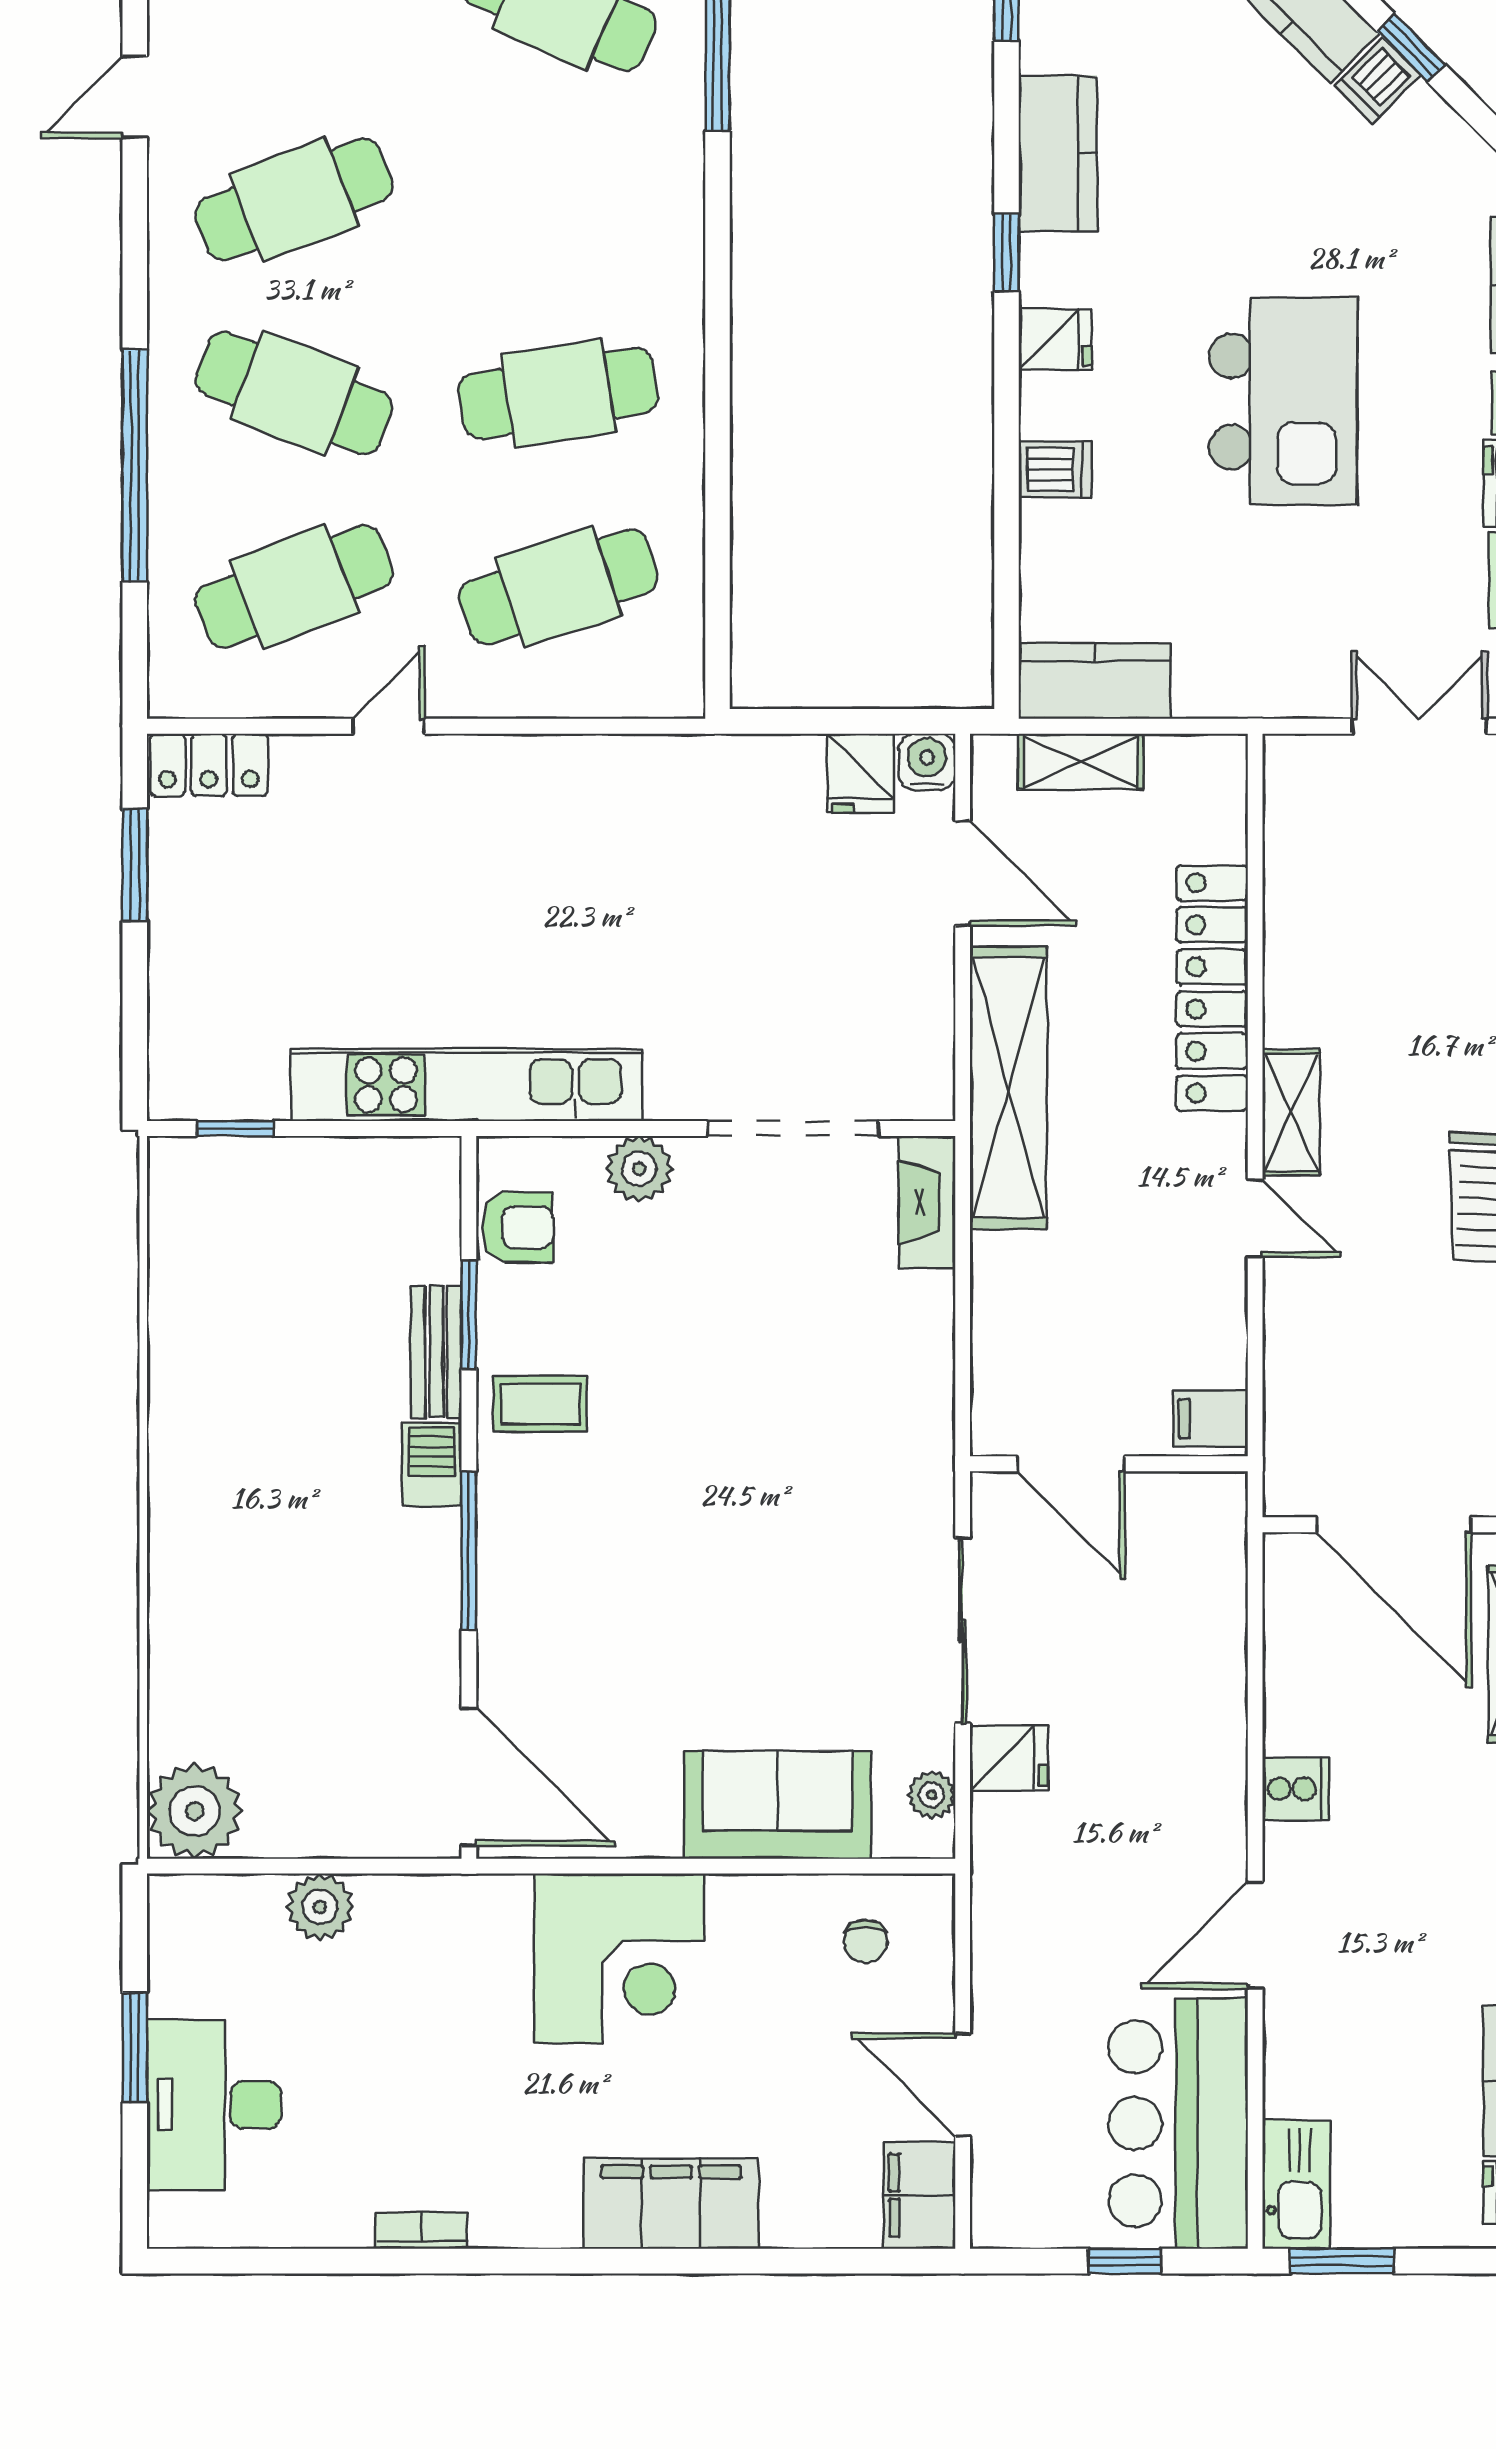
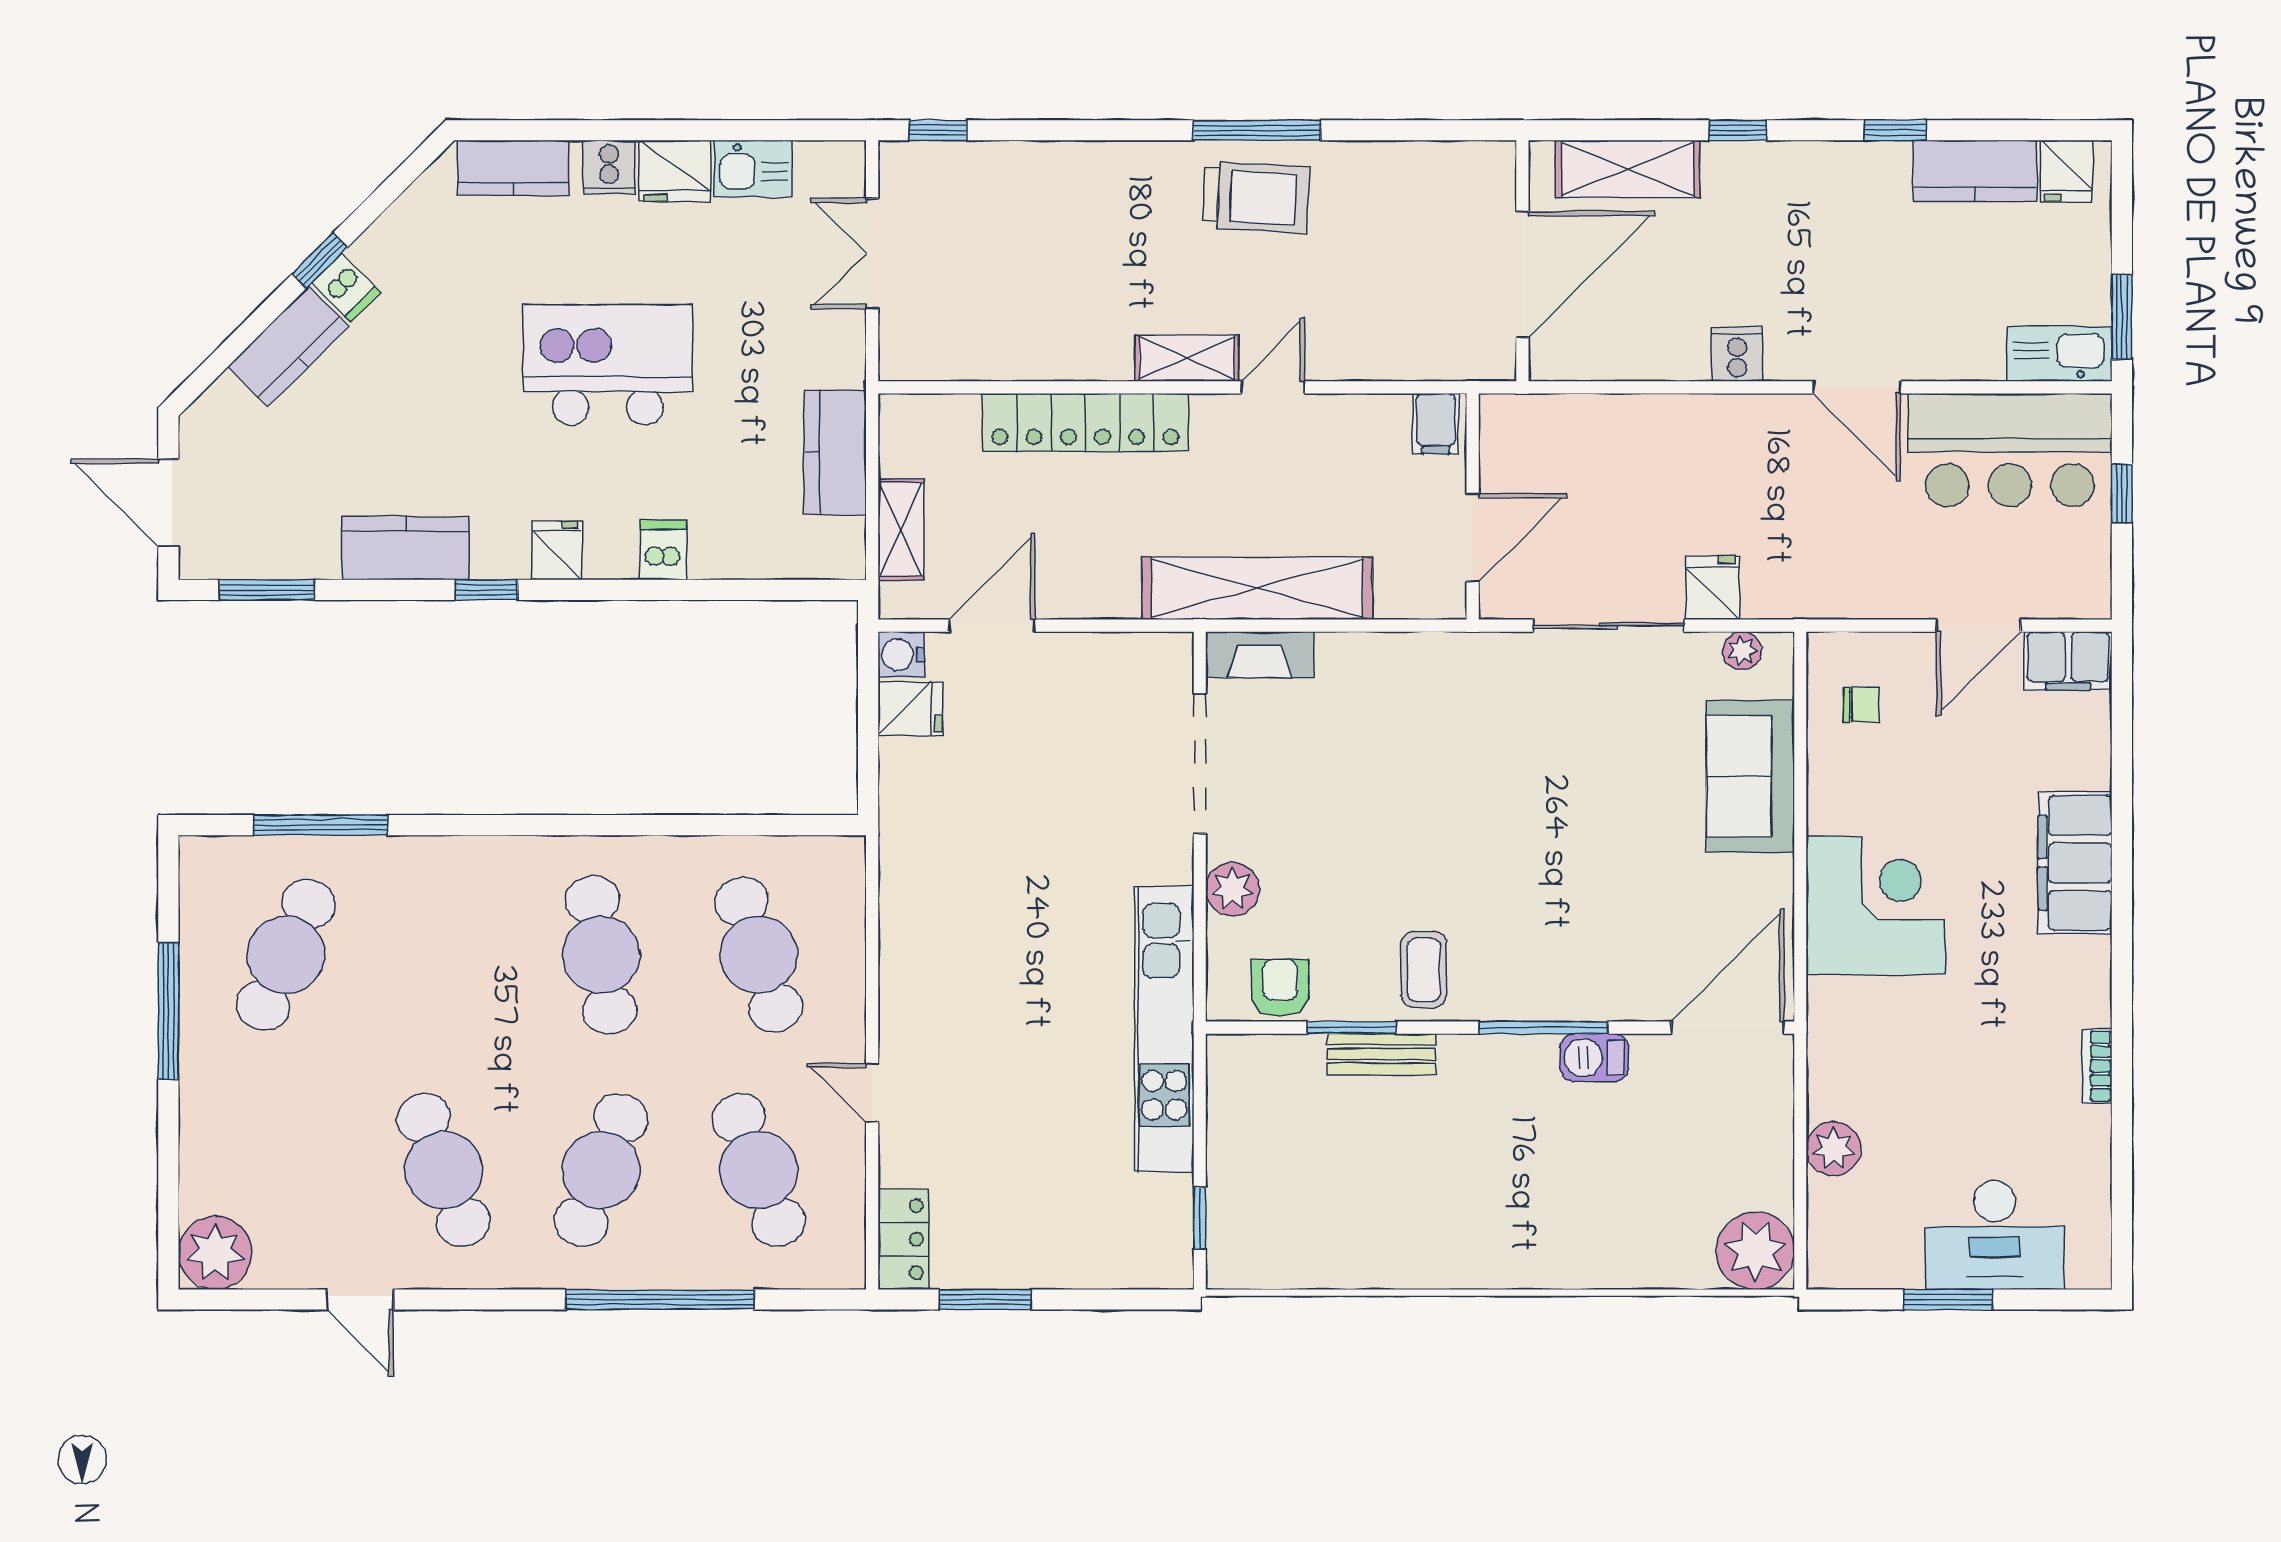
kitchen counter: (1095, 681) -> (835, 452), moved
shelving: (1008, 1088) -> (1257, 588), moved
barbecue: (432, 1464) -> (1594, 1058), moved

